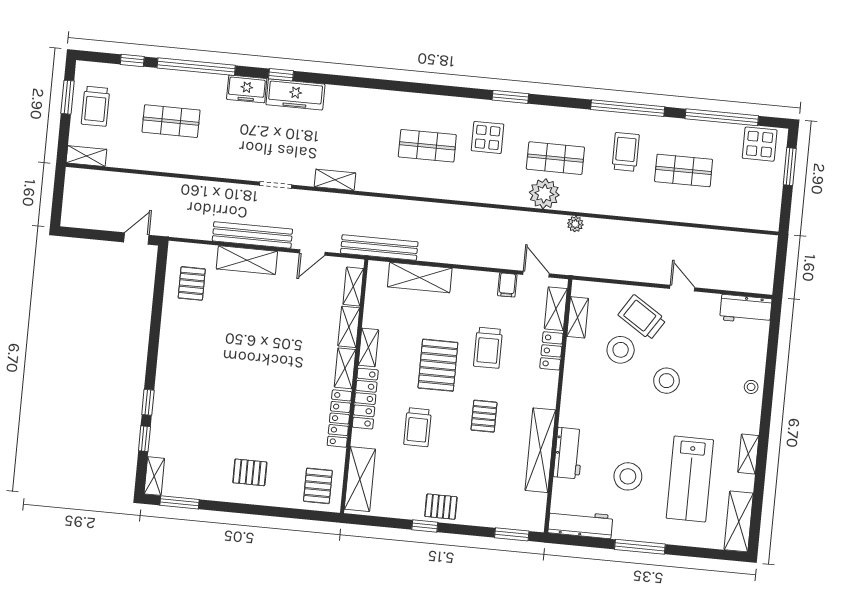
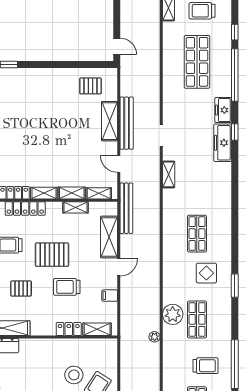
shop shelf: (171, 121) -> (197, 62), width x1.43, depth x1.36
door: (536, 274) -> (119, 267), moved
shelving: (578, 317) -> (93, 344), removed
shelving: (368, 347) -> (75, 207), moved

